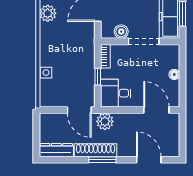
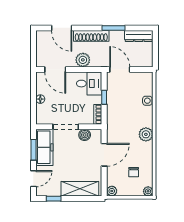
plant: (48, 13) -> (146, 134), moved
plant: (105, 121) -> (83, 60), moved
shoe rack: (96, 150) -> (91, 36), moved
window: (102, 160) -> (114, 28), moved

